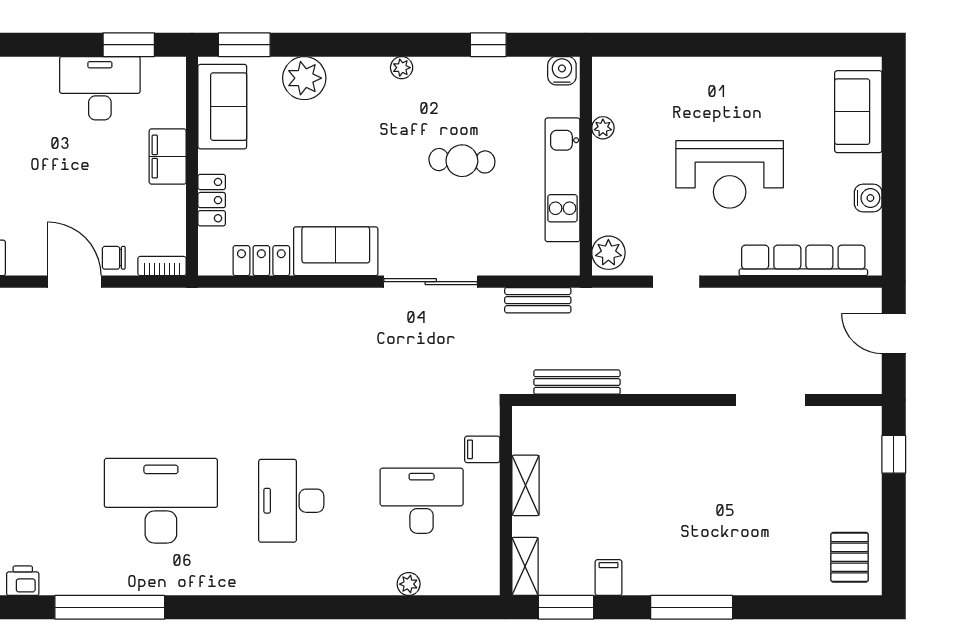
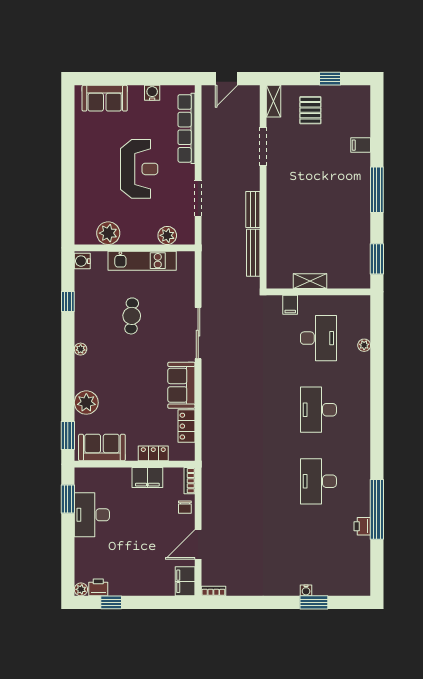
plant: (603, 128) -> (108, 233), width x1.87, depth x1.87
filing cabinet: (168, 157) -> (147, 478), moved
plant: (608, 253) -> (167, 235), moved
door: (74, 282) -> (198, 544), moved
doorway: (676, 282) -> (198, 198), width x1.38
bench: (538, 300) -> (253, 210), moved
window: (894, 454) -> (330, 79), moved
desk: (161, 501) -> (318, 481), width x0.73, depth x0.77
desk: (291, 501) -> (318, 410), turned 90
desk: (422, 501) -> (318, 338), turned 180
pallet: (850, 557) -> (310, 110), moved, turned 90
shelving: (525, 566) -> (274, 101), moved, turned 90
filing cabinet: (608, 578) -> (361, 145), moved
printer: (23, 581) -> (362, 526), moved

